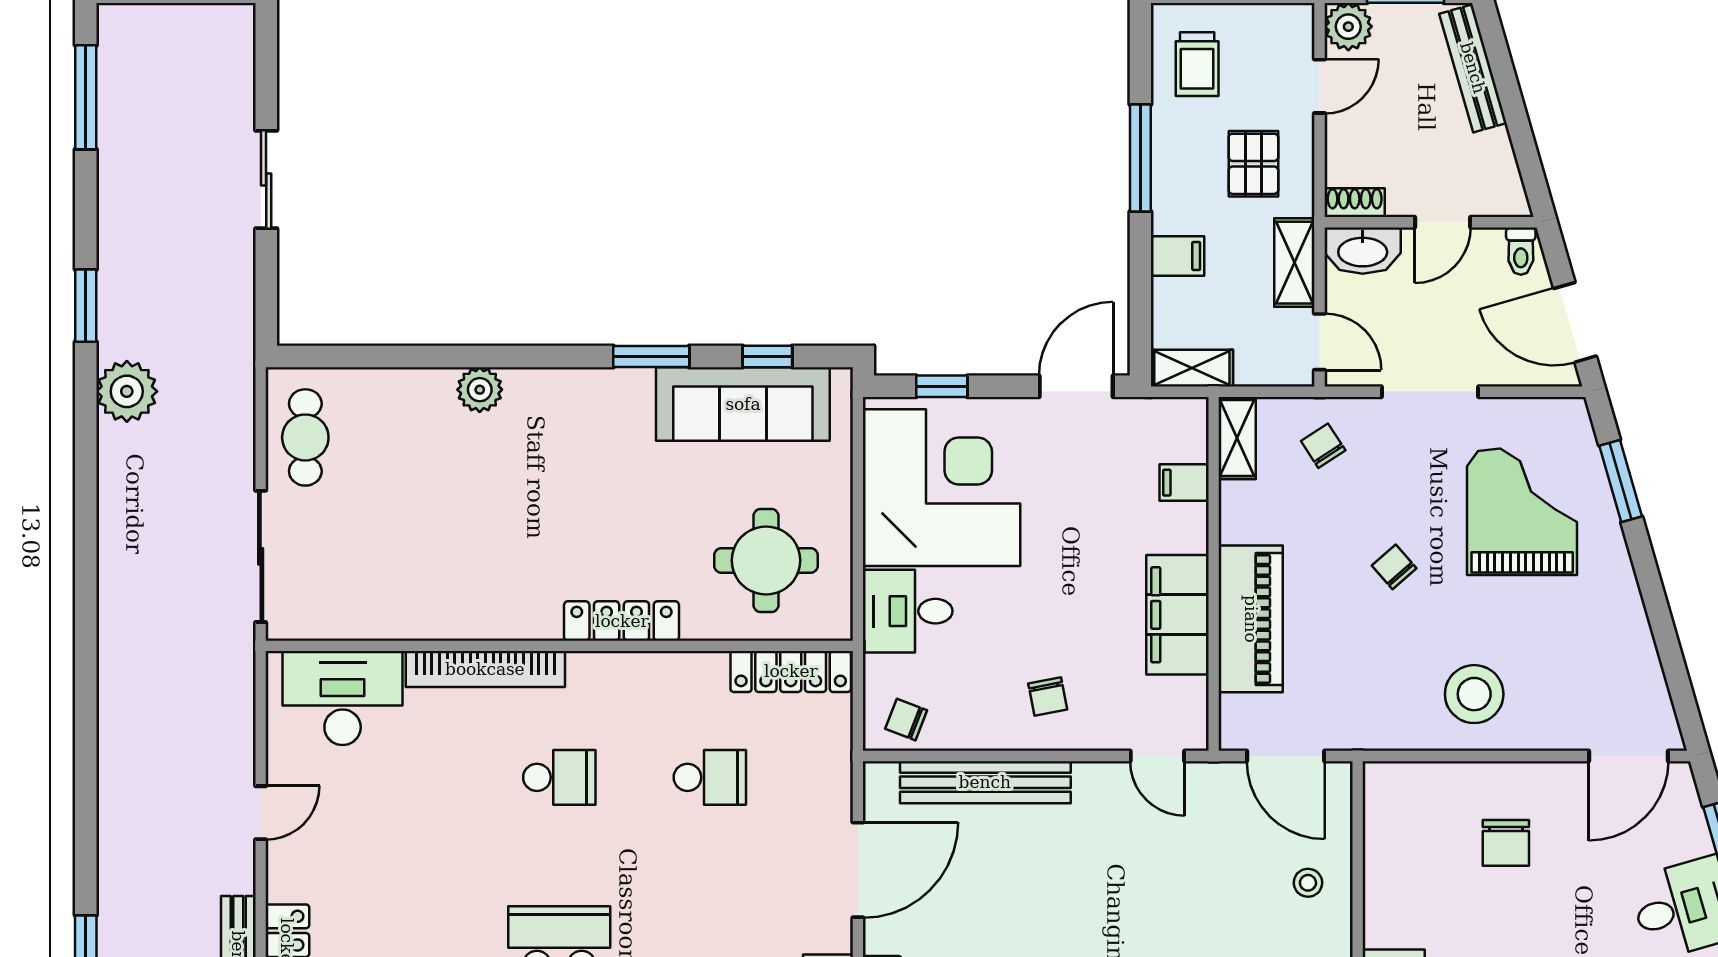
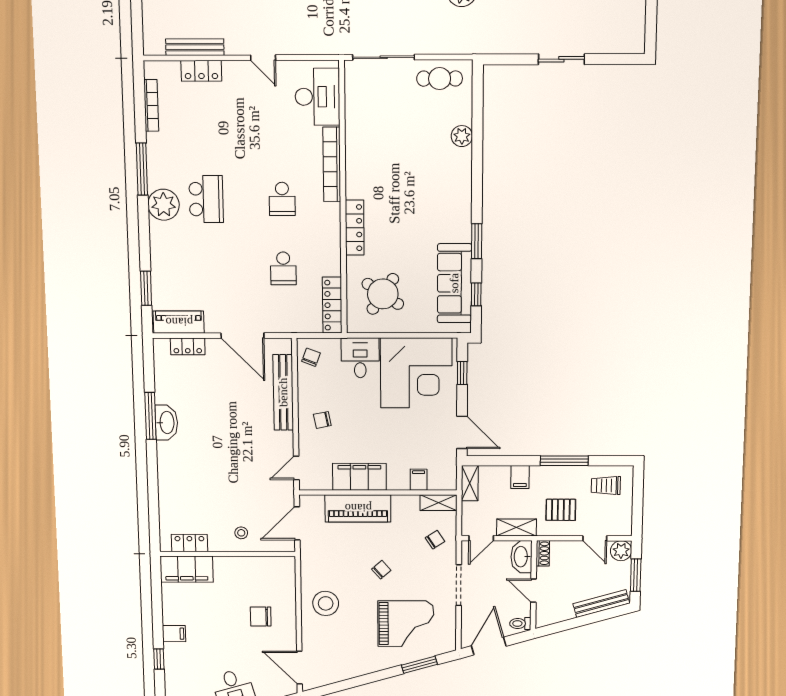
plant: (480, 390) -> (462, 136), moved
round table: (766, 560) -> (383, 294), turned 34

